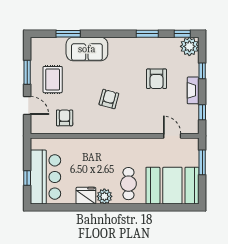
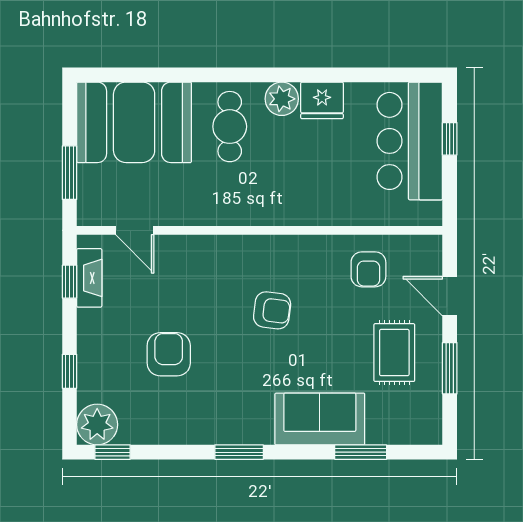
window: (147, 34) -> (239, 452), moved
fireplace: (193, 90) -> (89, 278), moved
armchair: (109, 99) -> (272, 310), turned -98

